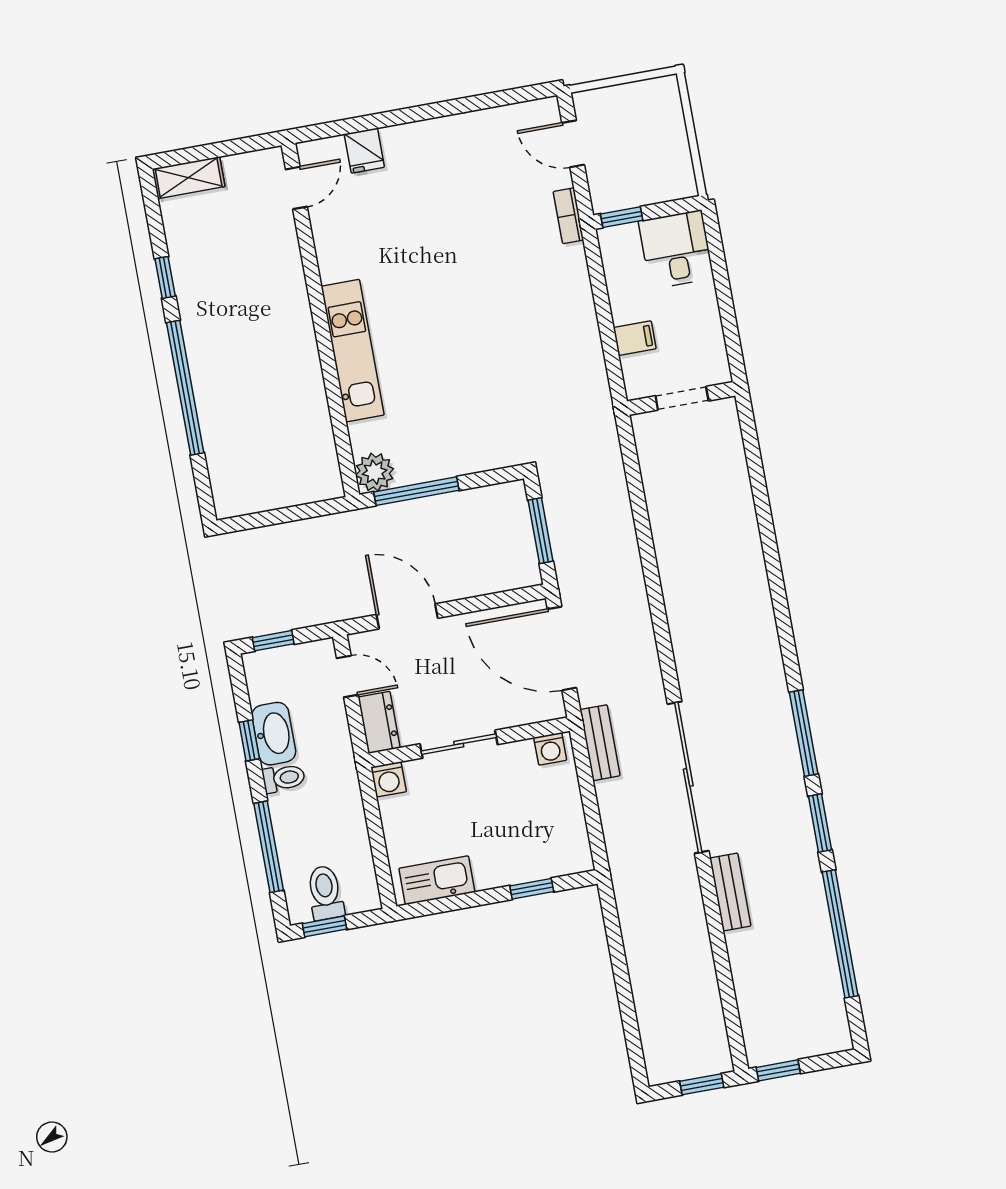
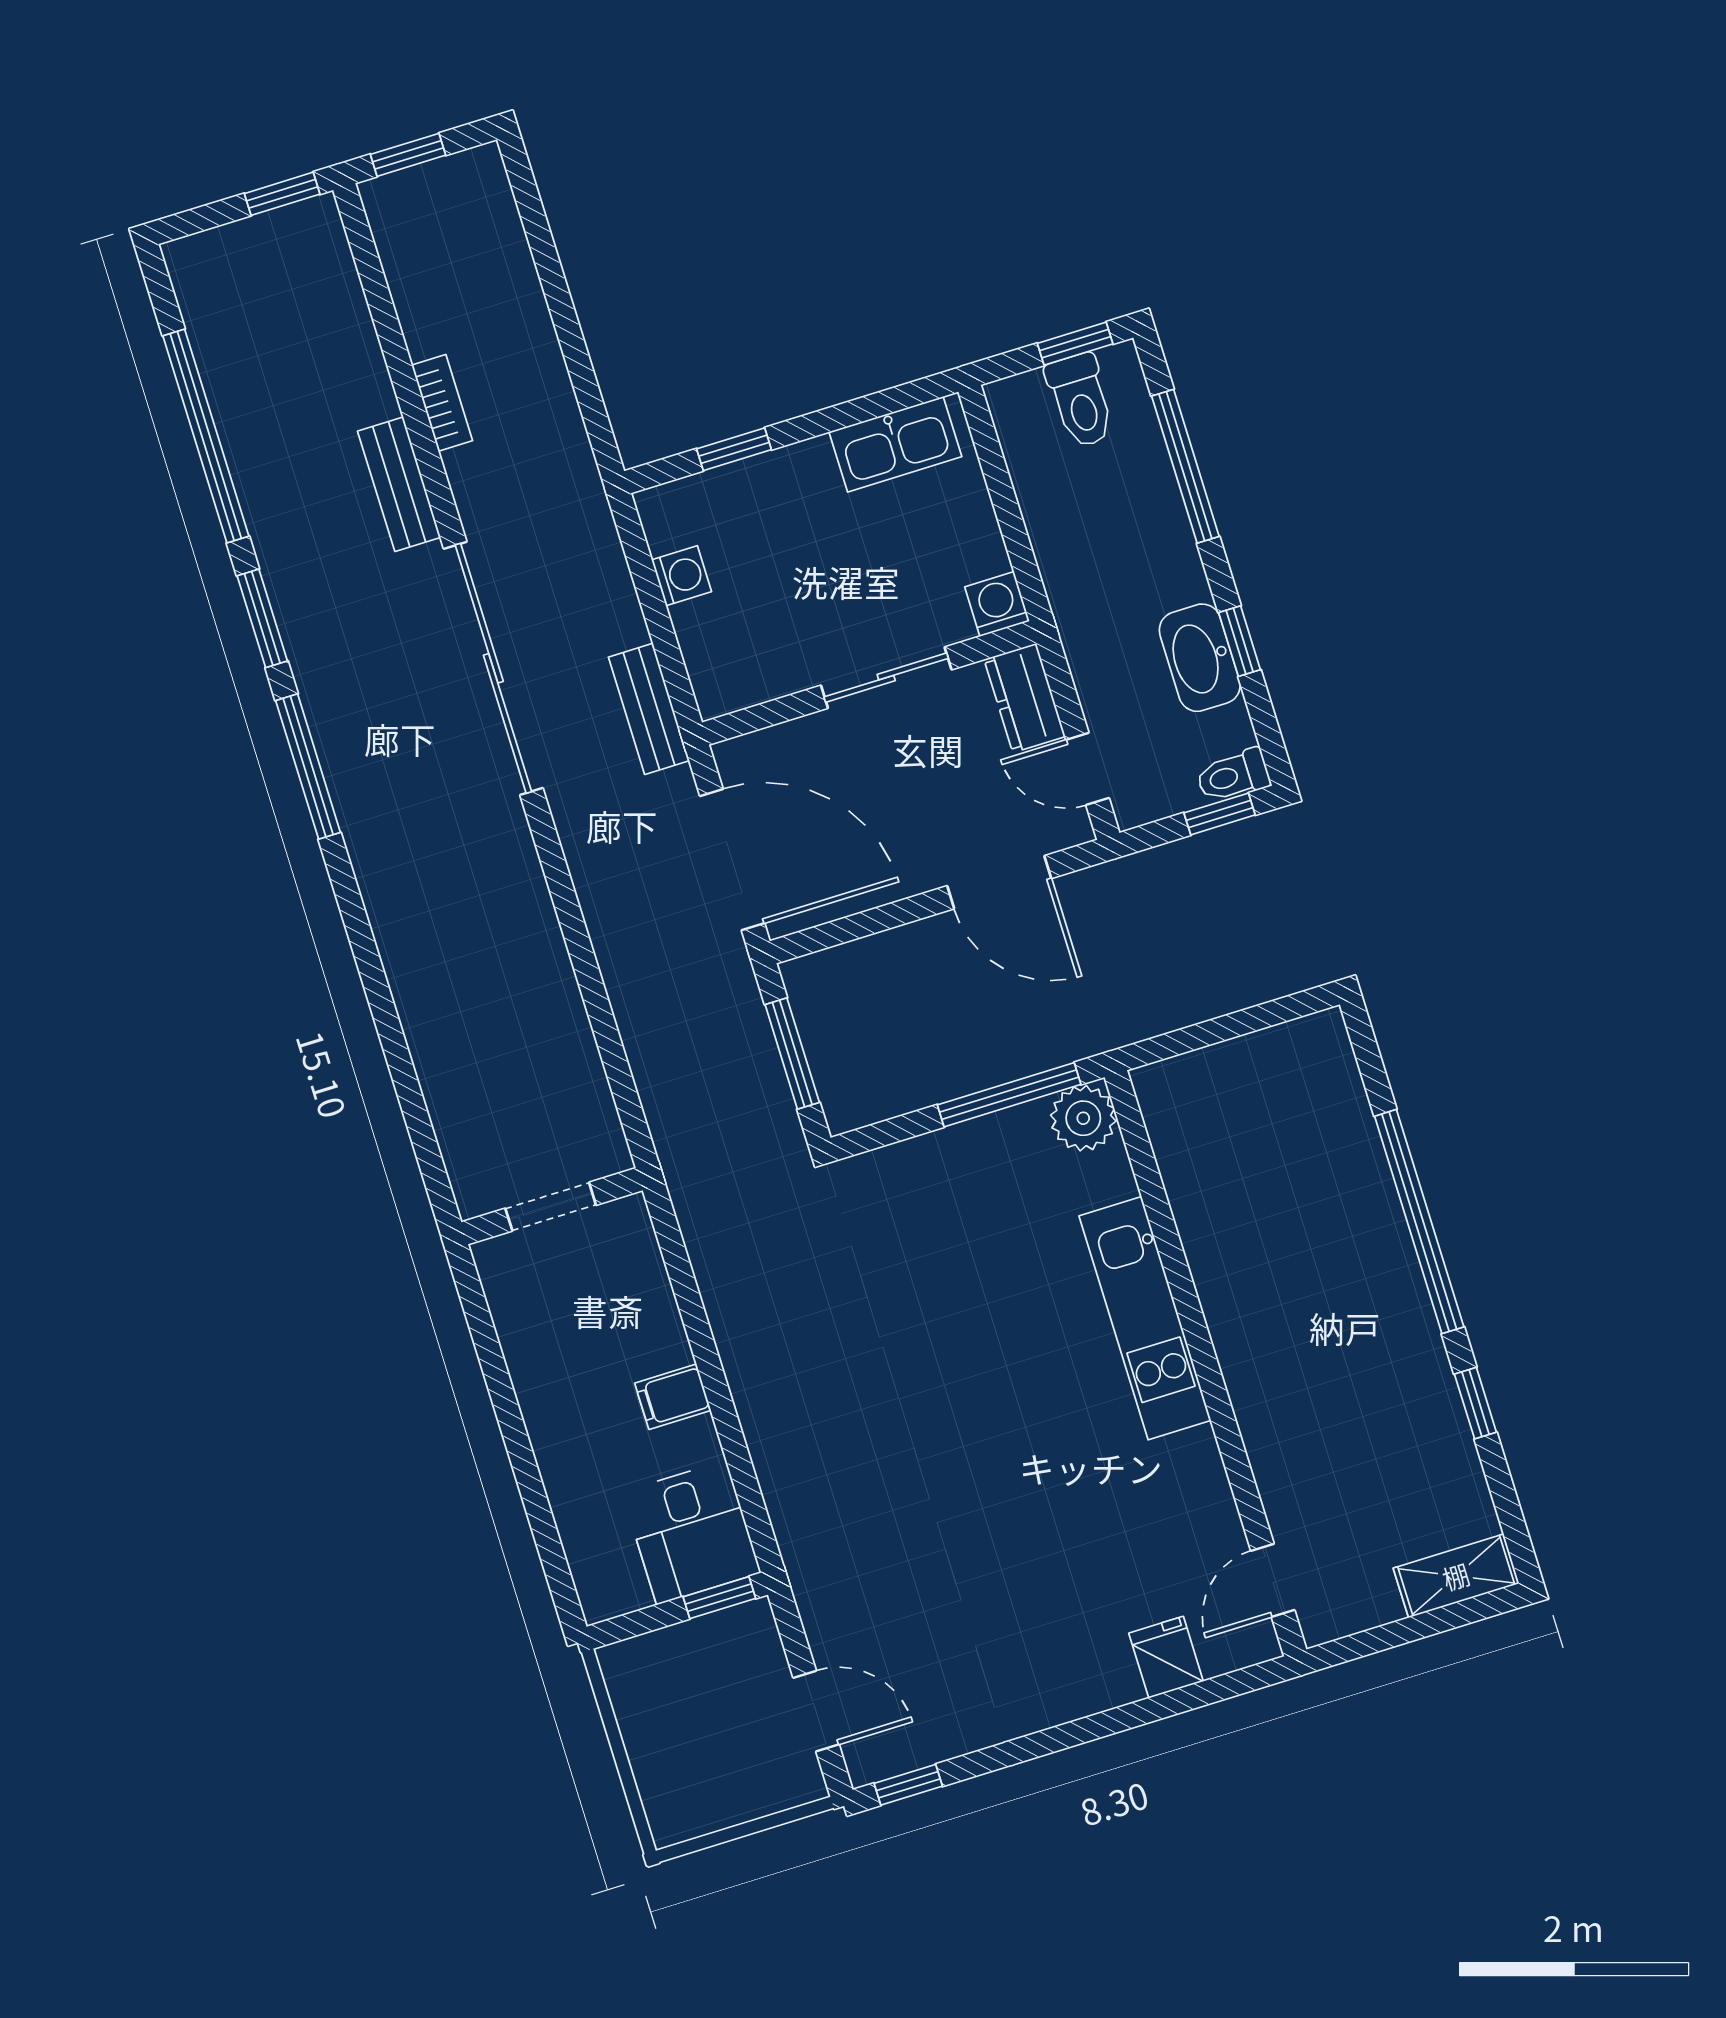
window: (524, 94) -> (908, 1785), added
bookcase: (568, 216) -> (442, 403), moved
desk: (676, 250) -> (691, 1532), moved
wall: (681, 398) -> (552, 1206), moved
doorway: (682, 398) -> (551, 1207), moved
washing machine: (550, 749) -> (682, 576), moved, turned 90
toilet: (284, 778) -> (1233, 776), moved

